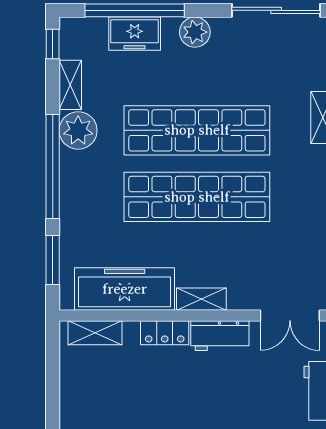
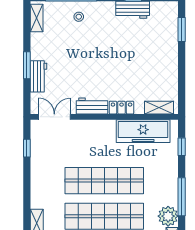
window: (53, 167) -> (182, 197), width x0.68
window: (53, 260) -> (182, 147), width x0.67
shelving: (201, 299) -> (102, 126), removed

